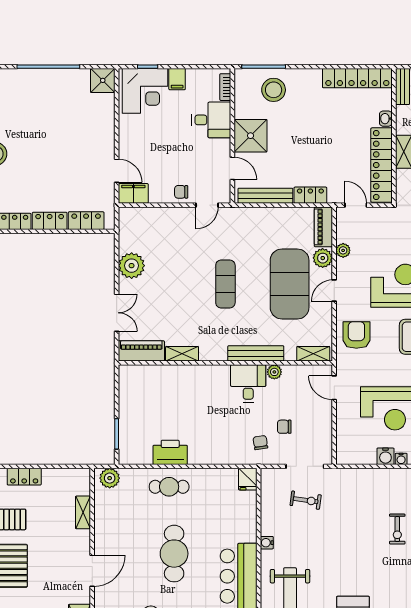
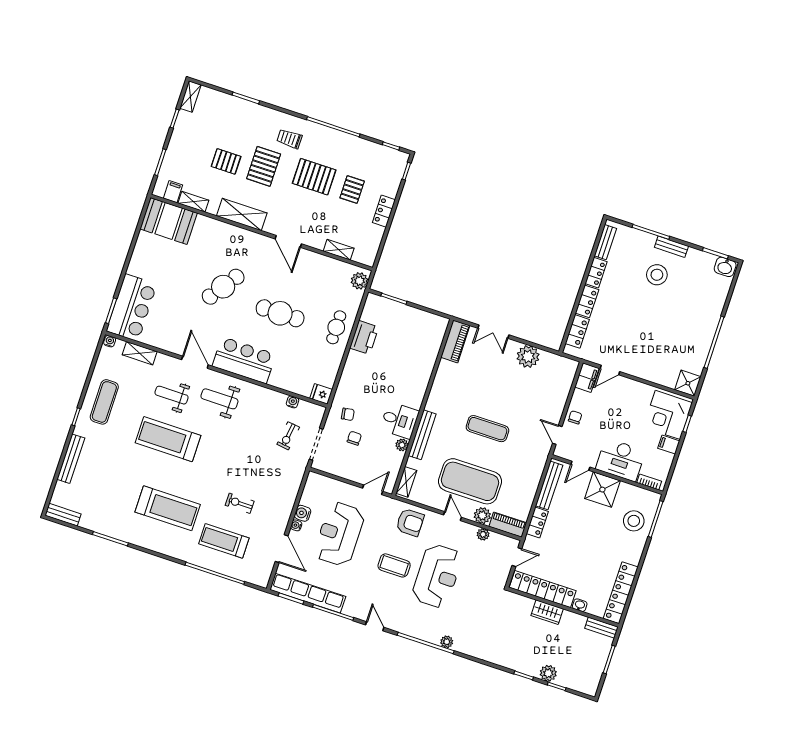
desk: (211, 120) -> (620, 460), width x1.37
shelving: (182, 354) -> (442, 374), removed
water cooler: (267, 543) -> (293, 402), moved

